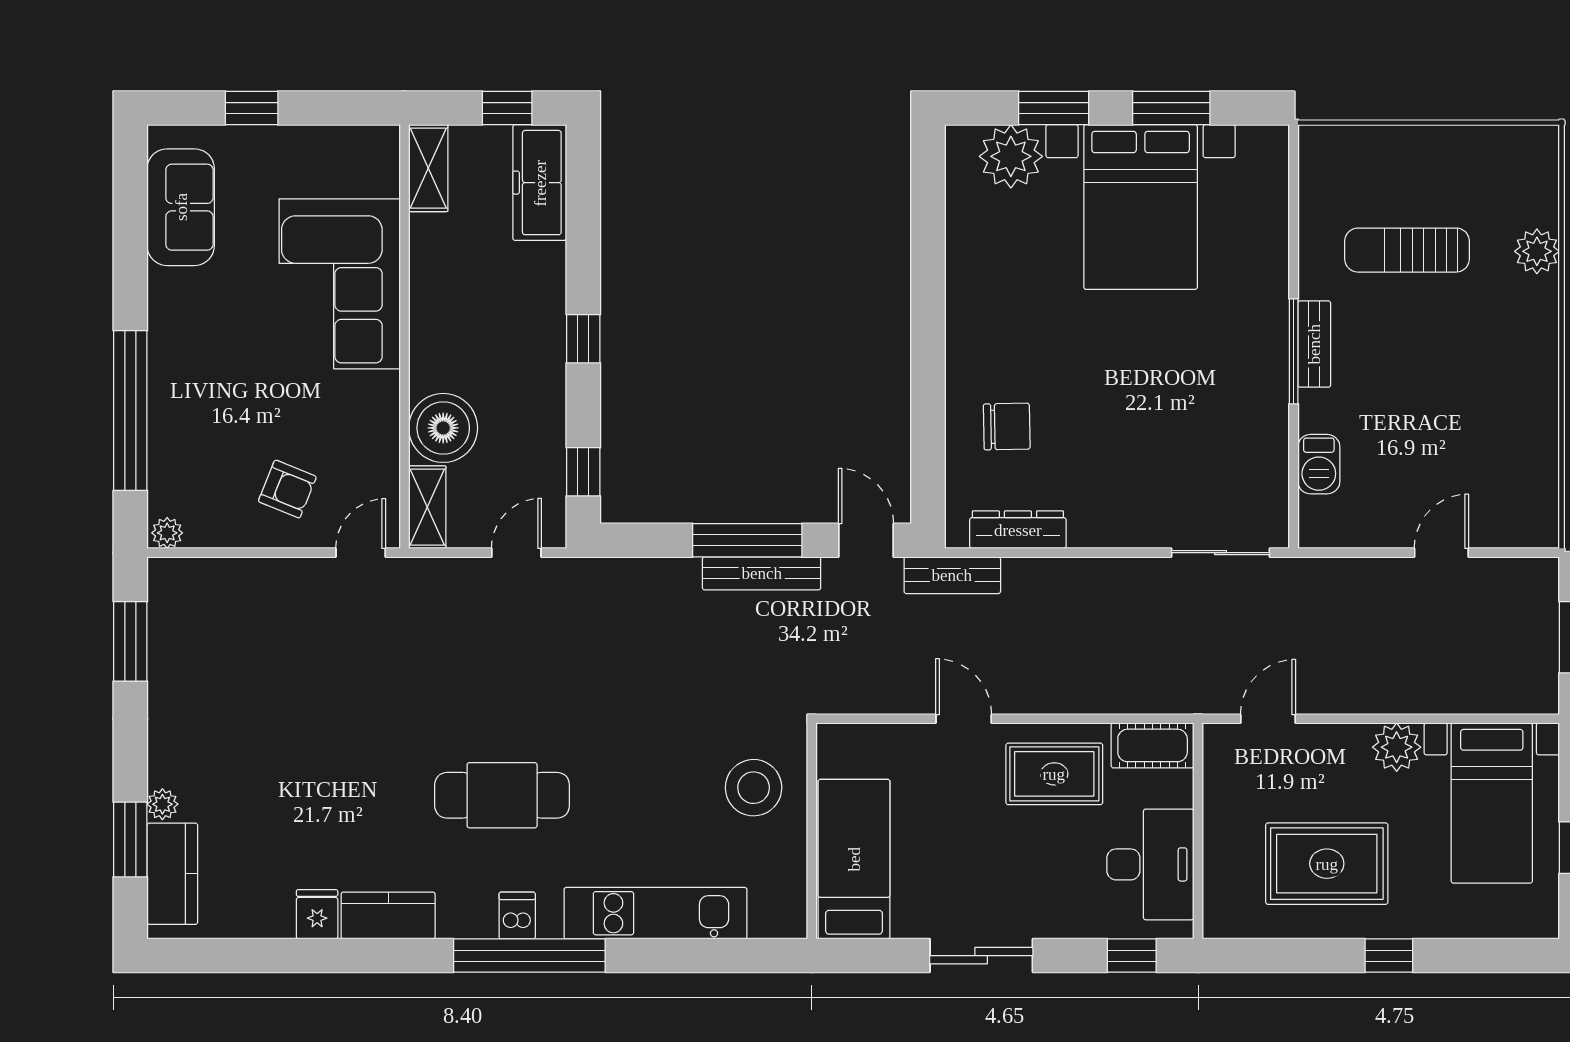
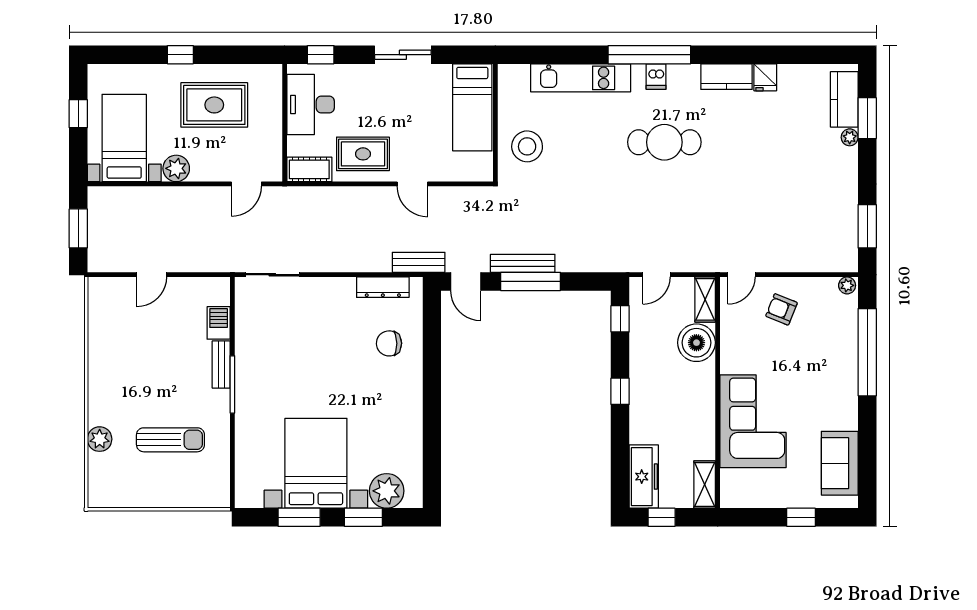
bench: (1314, 344) -> (221, 364), moved

